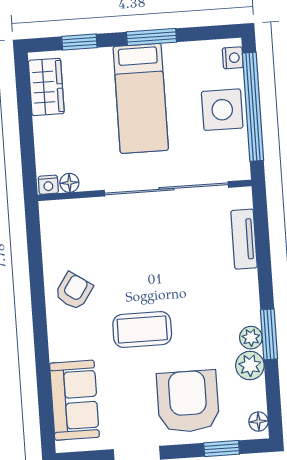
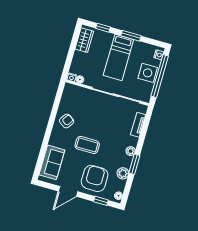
plant: (251, 338) -> (131, 151), moved

